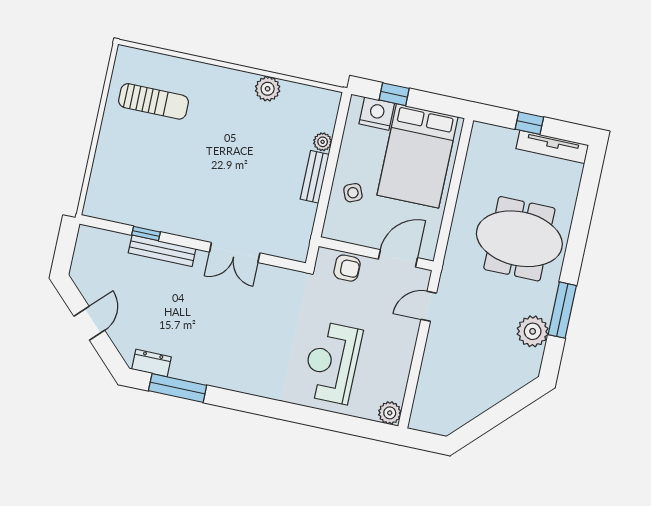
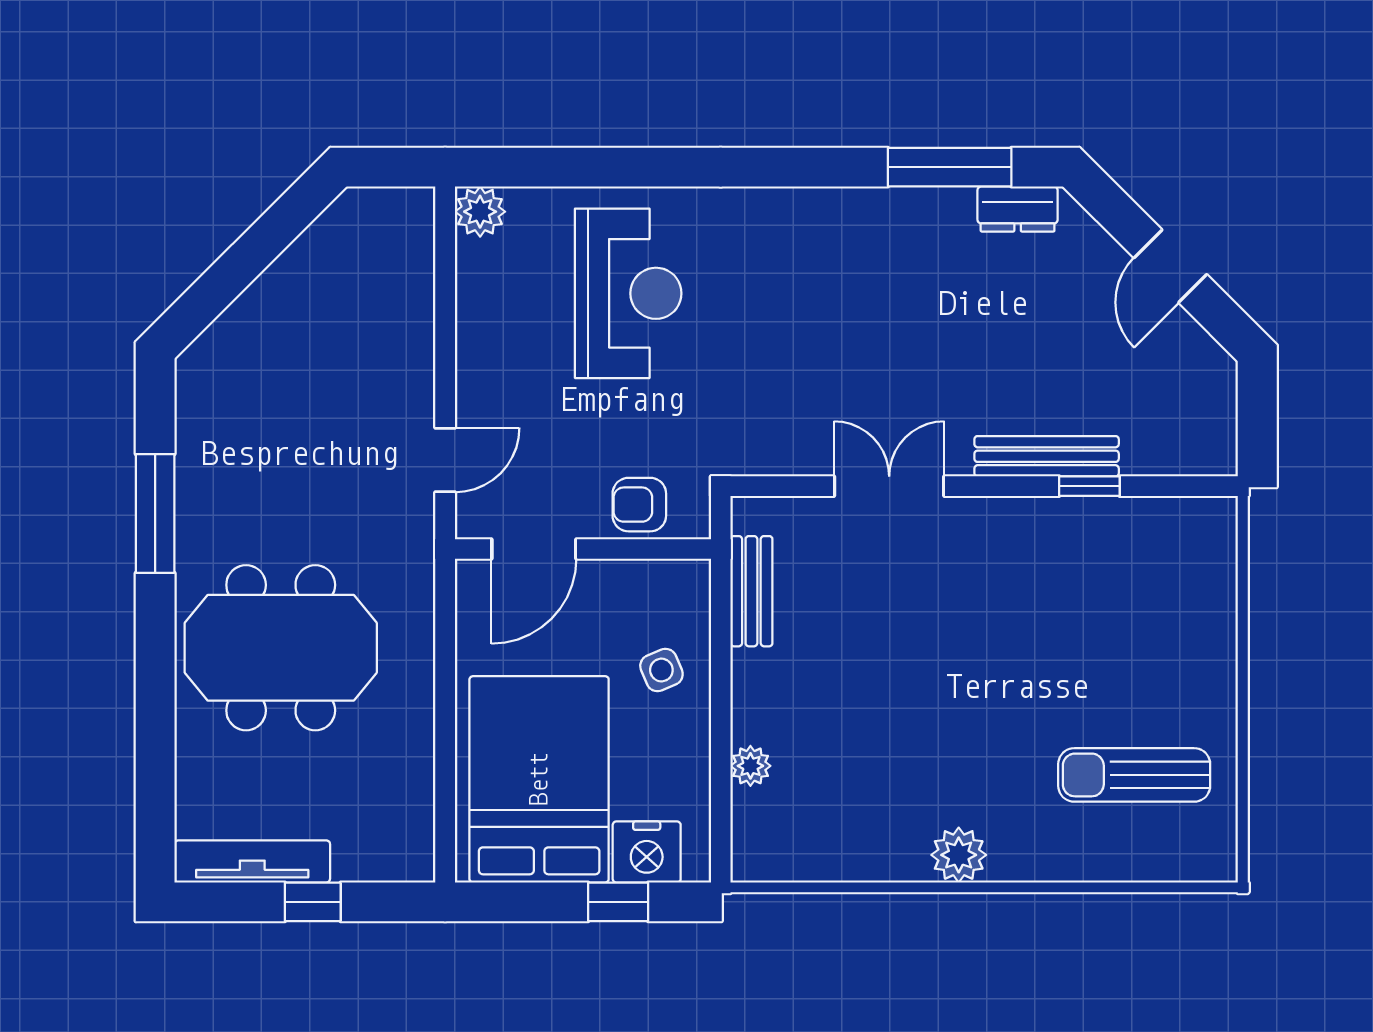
plant: (268, 89) -> (959, 855), moved
bench: (315, 177) -> (751, 591), moved
plant: (533, 331) -> (209, 454), removed

